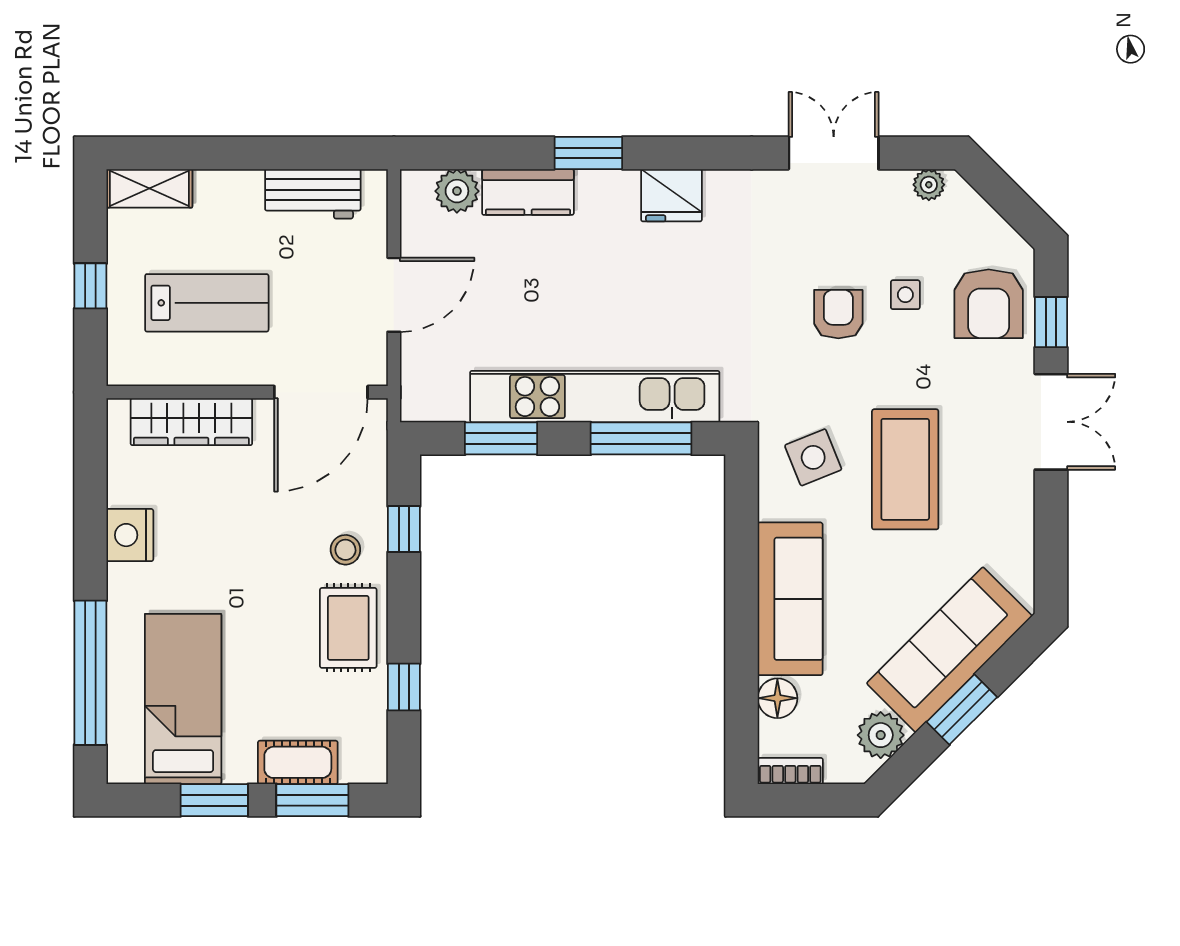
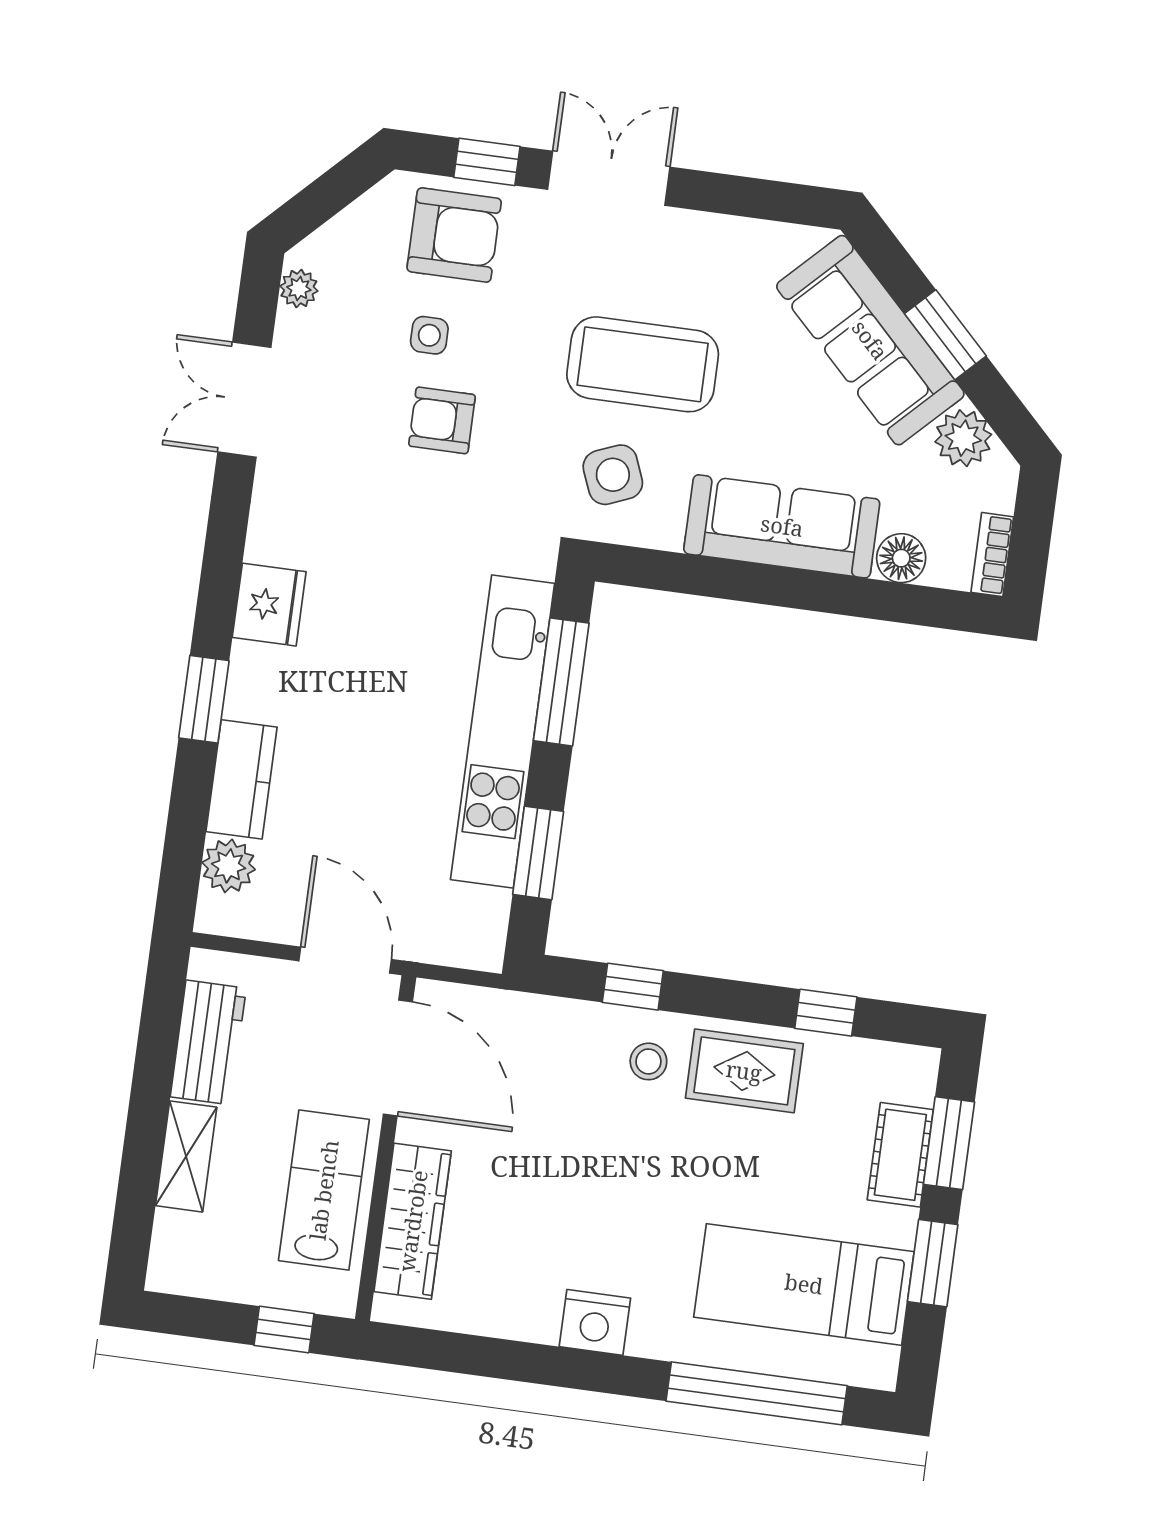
shelving: (149, 188) -> (186, 1156), moved
wall: (247, 392) -> (386, 1148), moved
door: (321, 392) -> (398, 1058), moved
wardrobe: (191, 422) -> (413, 1221), moved

